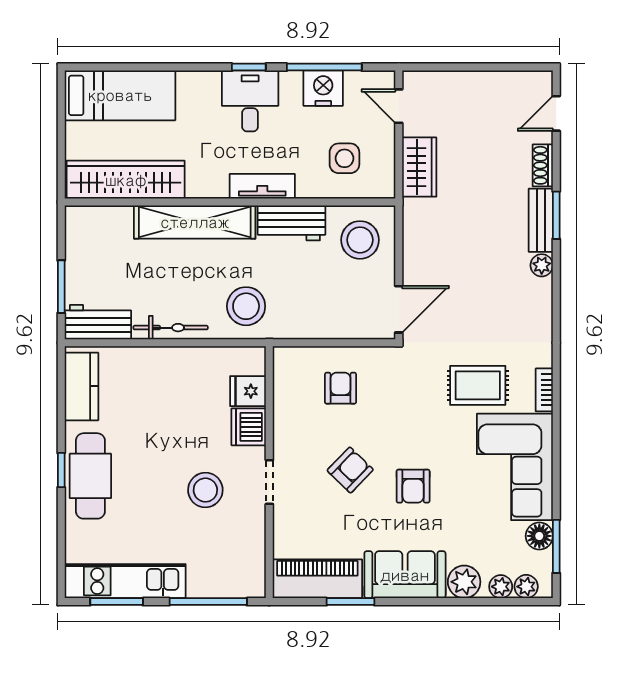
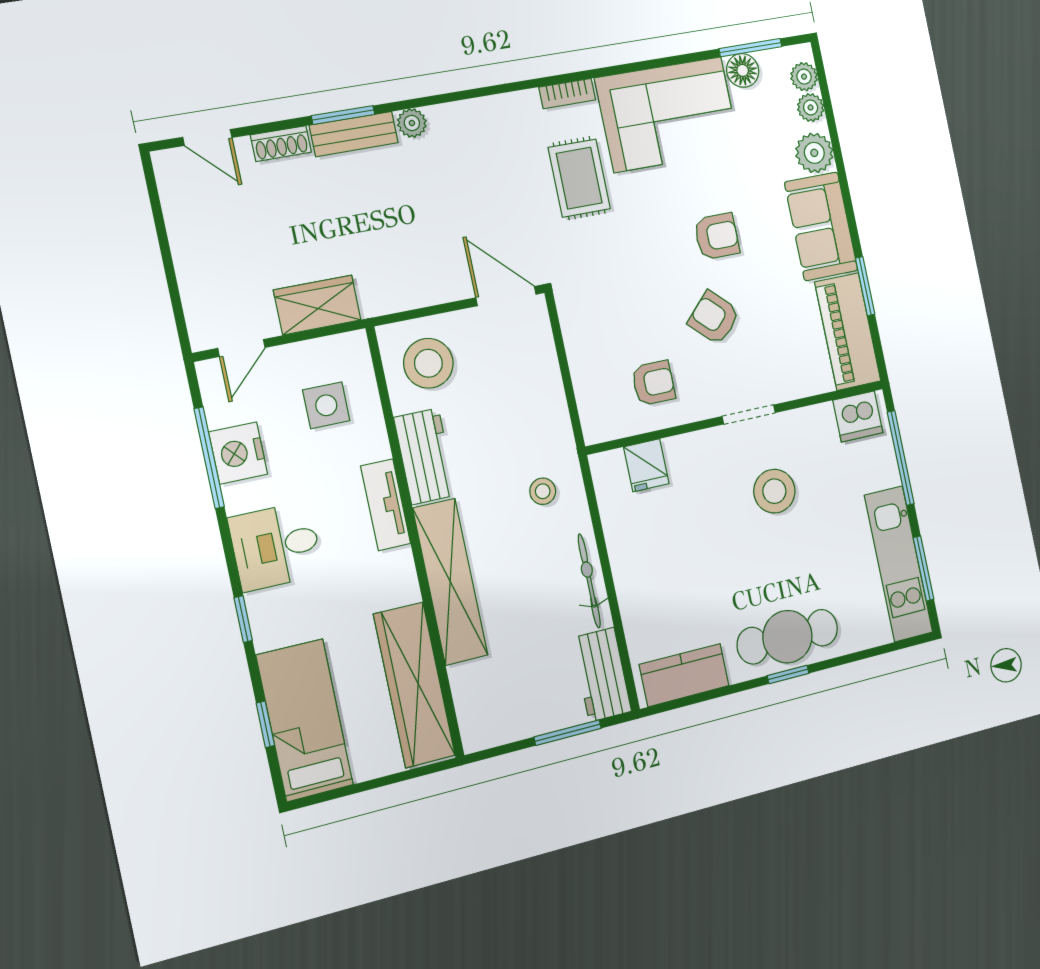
window: (124, 67) -> (265, 724), added
window: (249, 67) -> (243, 619), moved
stool: (246, 306) -> (543, 491), width x0.53, depth x0.53
armchair: (341, 388) -> (653, 383), moved, turned 180
dishwasher: (249, 427) -> (858, 416), moved

